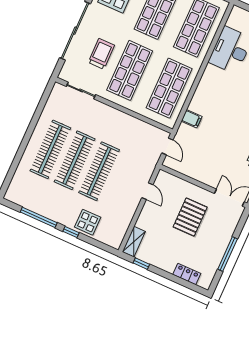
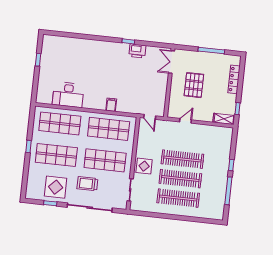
trolley: (101, 54) -> (87, 184), moved
filing cabinet: (192, 119) -> (111, 105), moved
door: (167, 146) -> (150, 117), swing flipped
pallet: (190, 217) -> (194, 85), turned 90
display table: (88, 222) -> (144, 166), moved
locker: (187, 274) -> (234, 79), width x1.53

